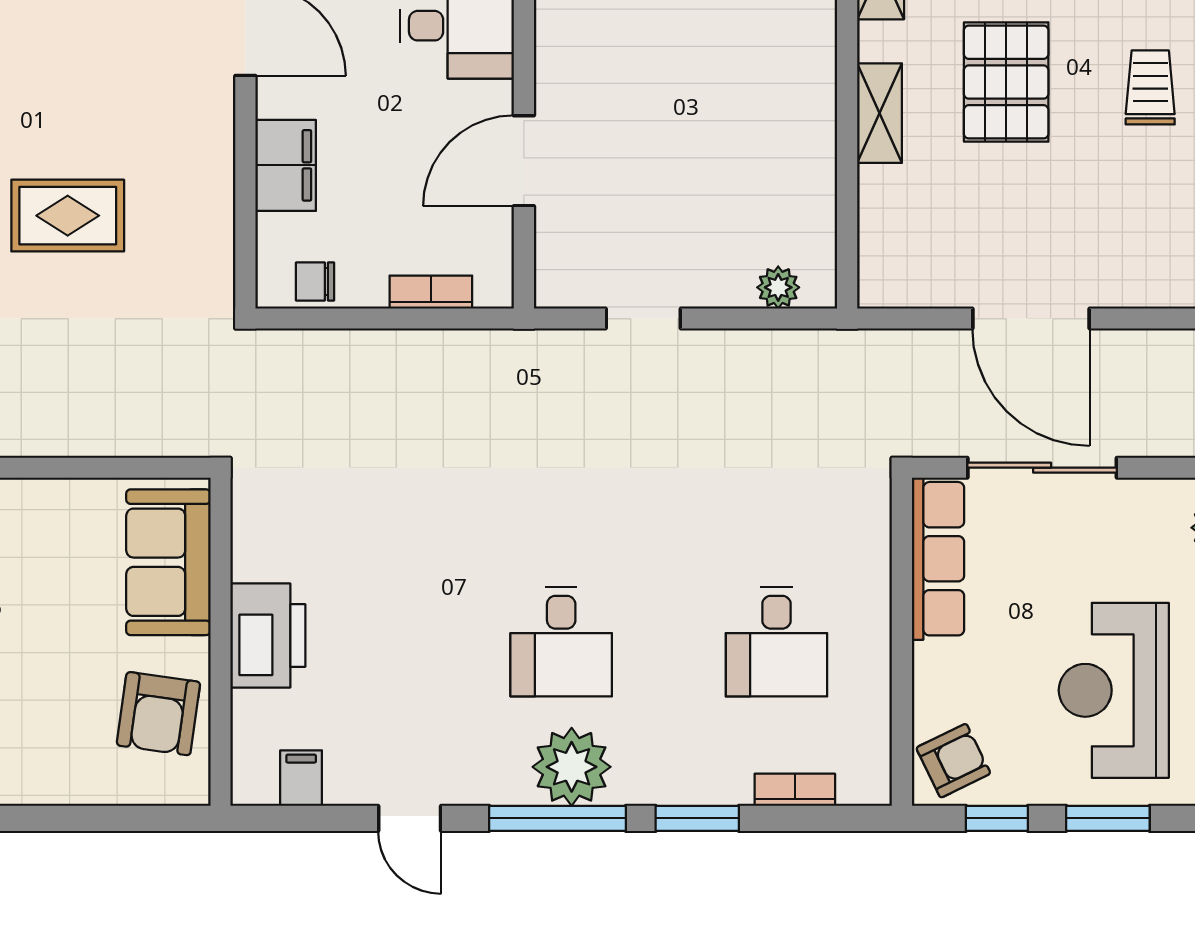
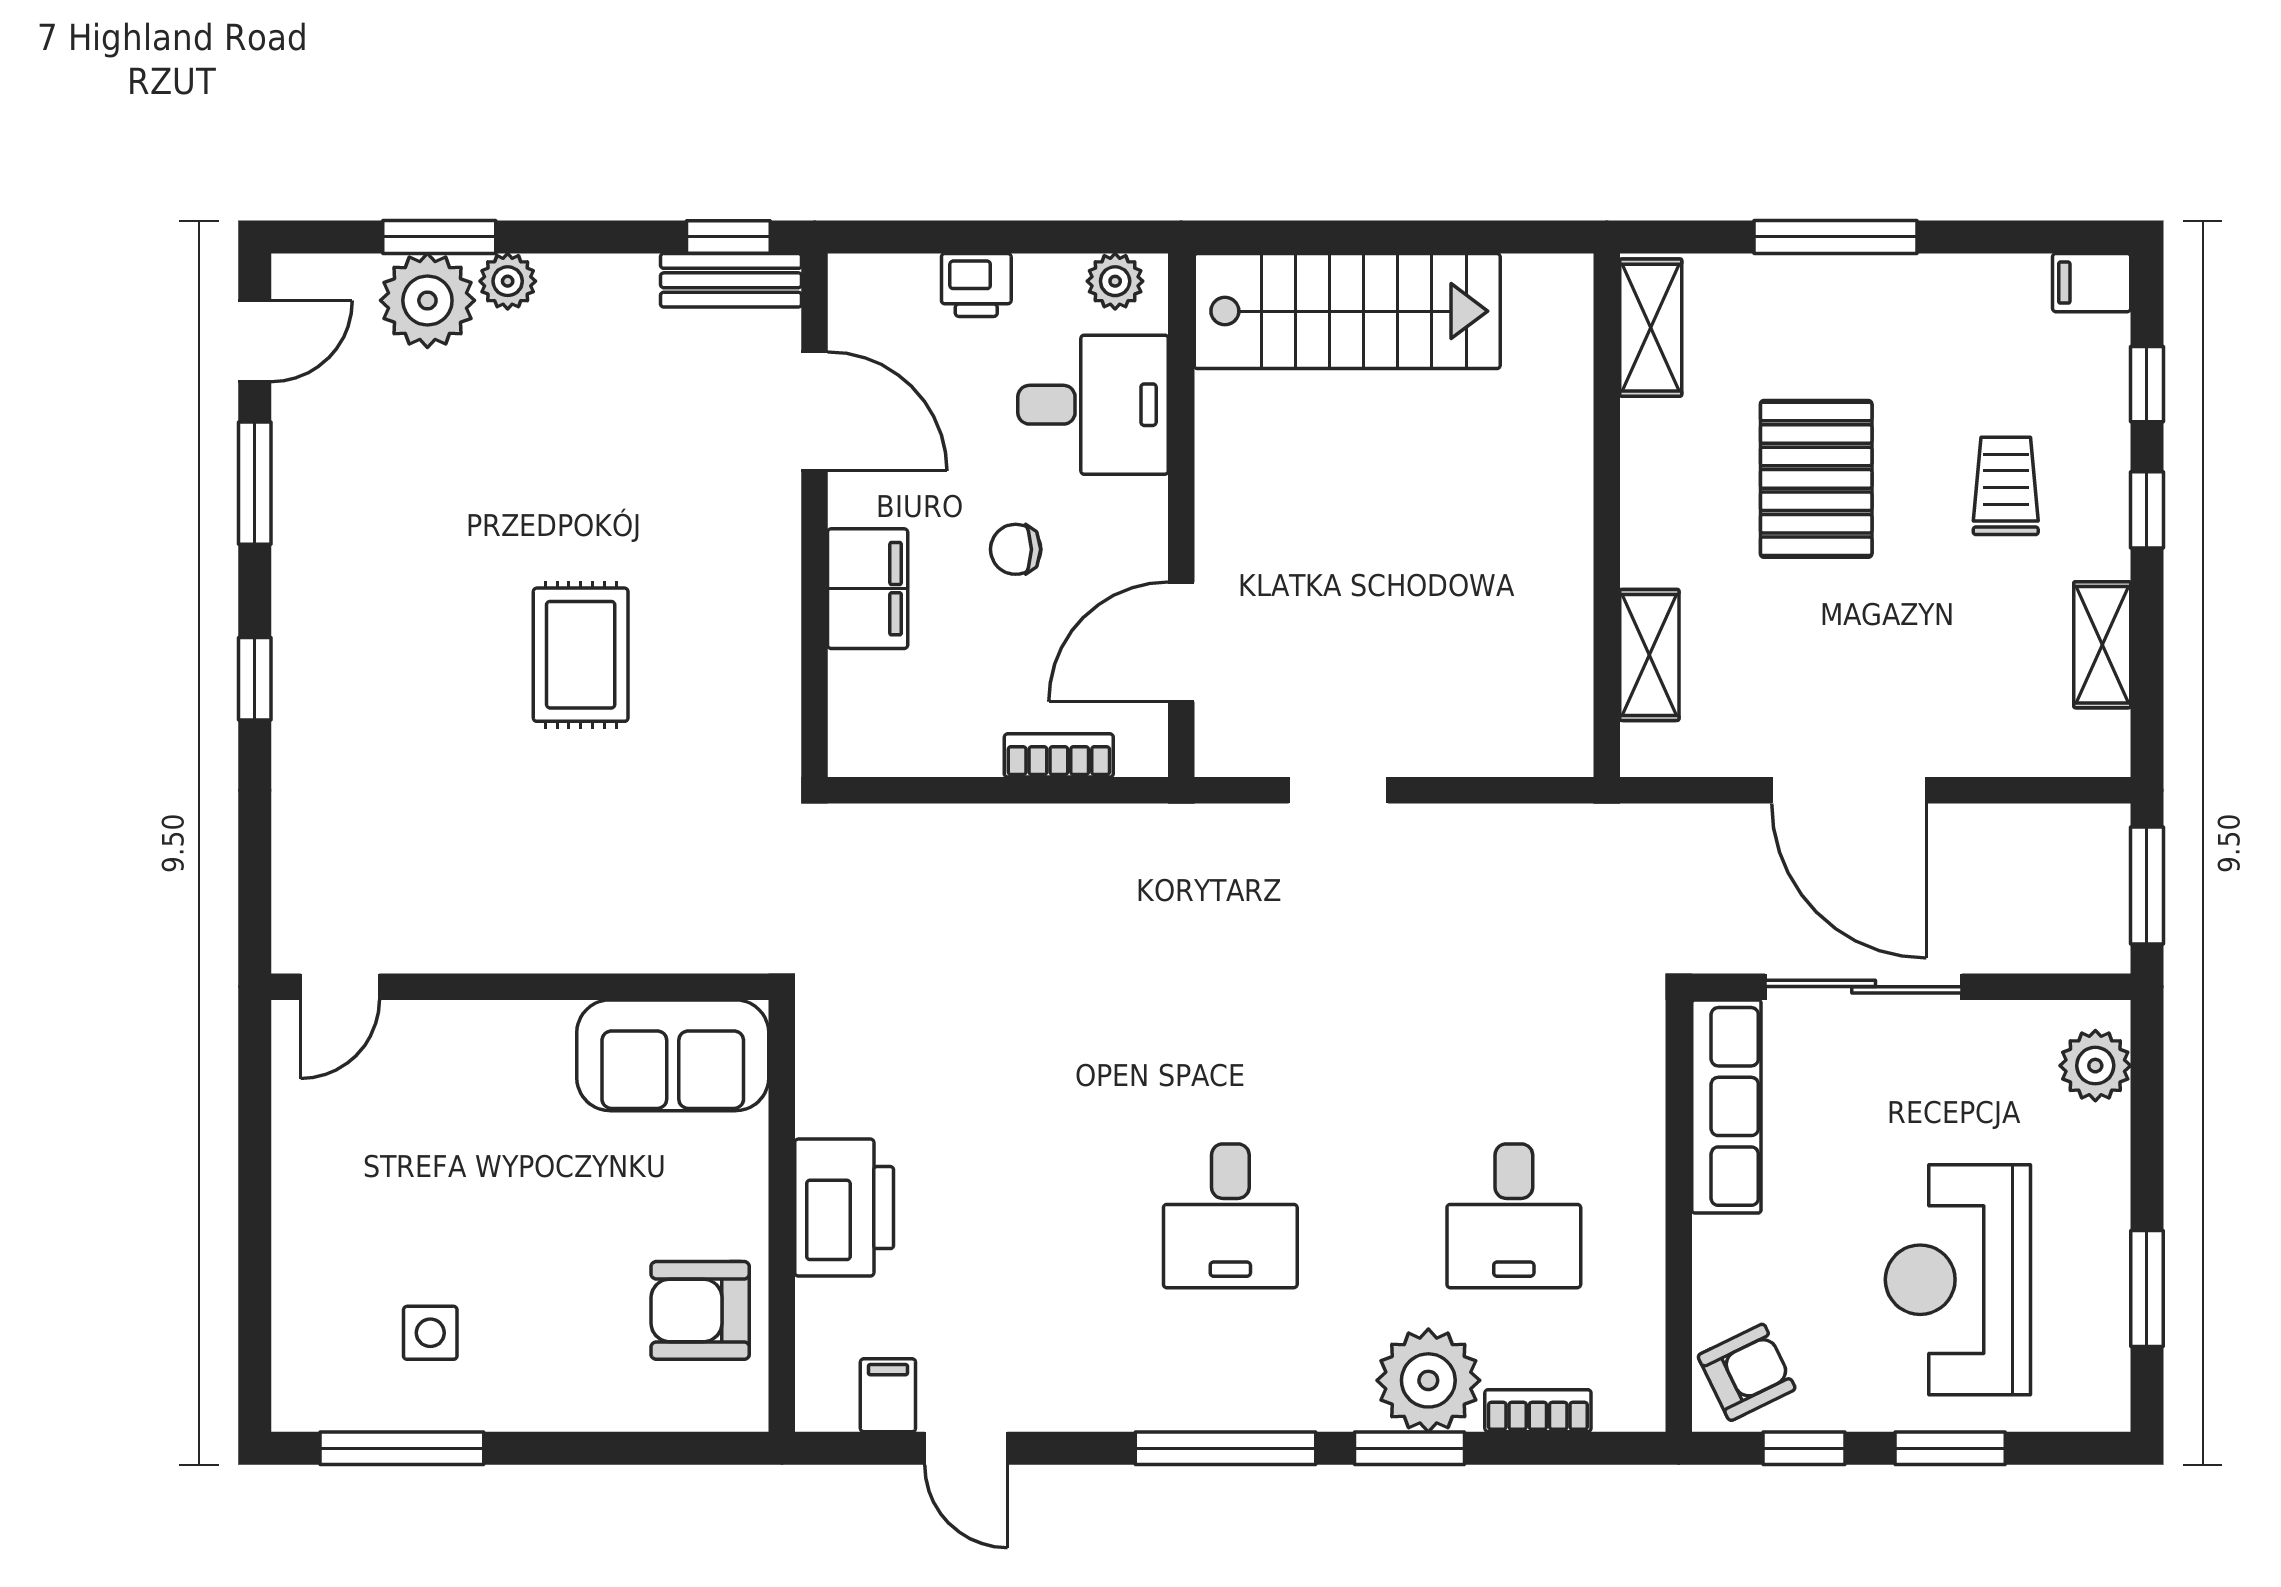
shelving: (879, 113) -> (1649, 655), moved
door: (524, 161) -> (1181, 642), moved
rug: (68, 216) -> (581, 655), turned 90
chair: (315, 281) -> (1016, 549), moved
plant: (778, 287) -> (1516, 749), removed
sofa: (168, 562) -> (673, 1055), moved, turned -90
armchair: (158, 714) -> (700, 1310), turned 82
plant: (572, 767) -> (1428, 1380), moved
door: (410, 818) -> (966, 1448), moved

